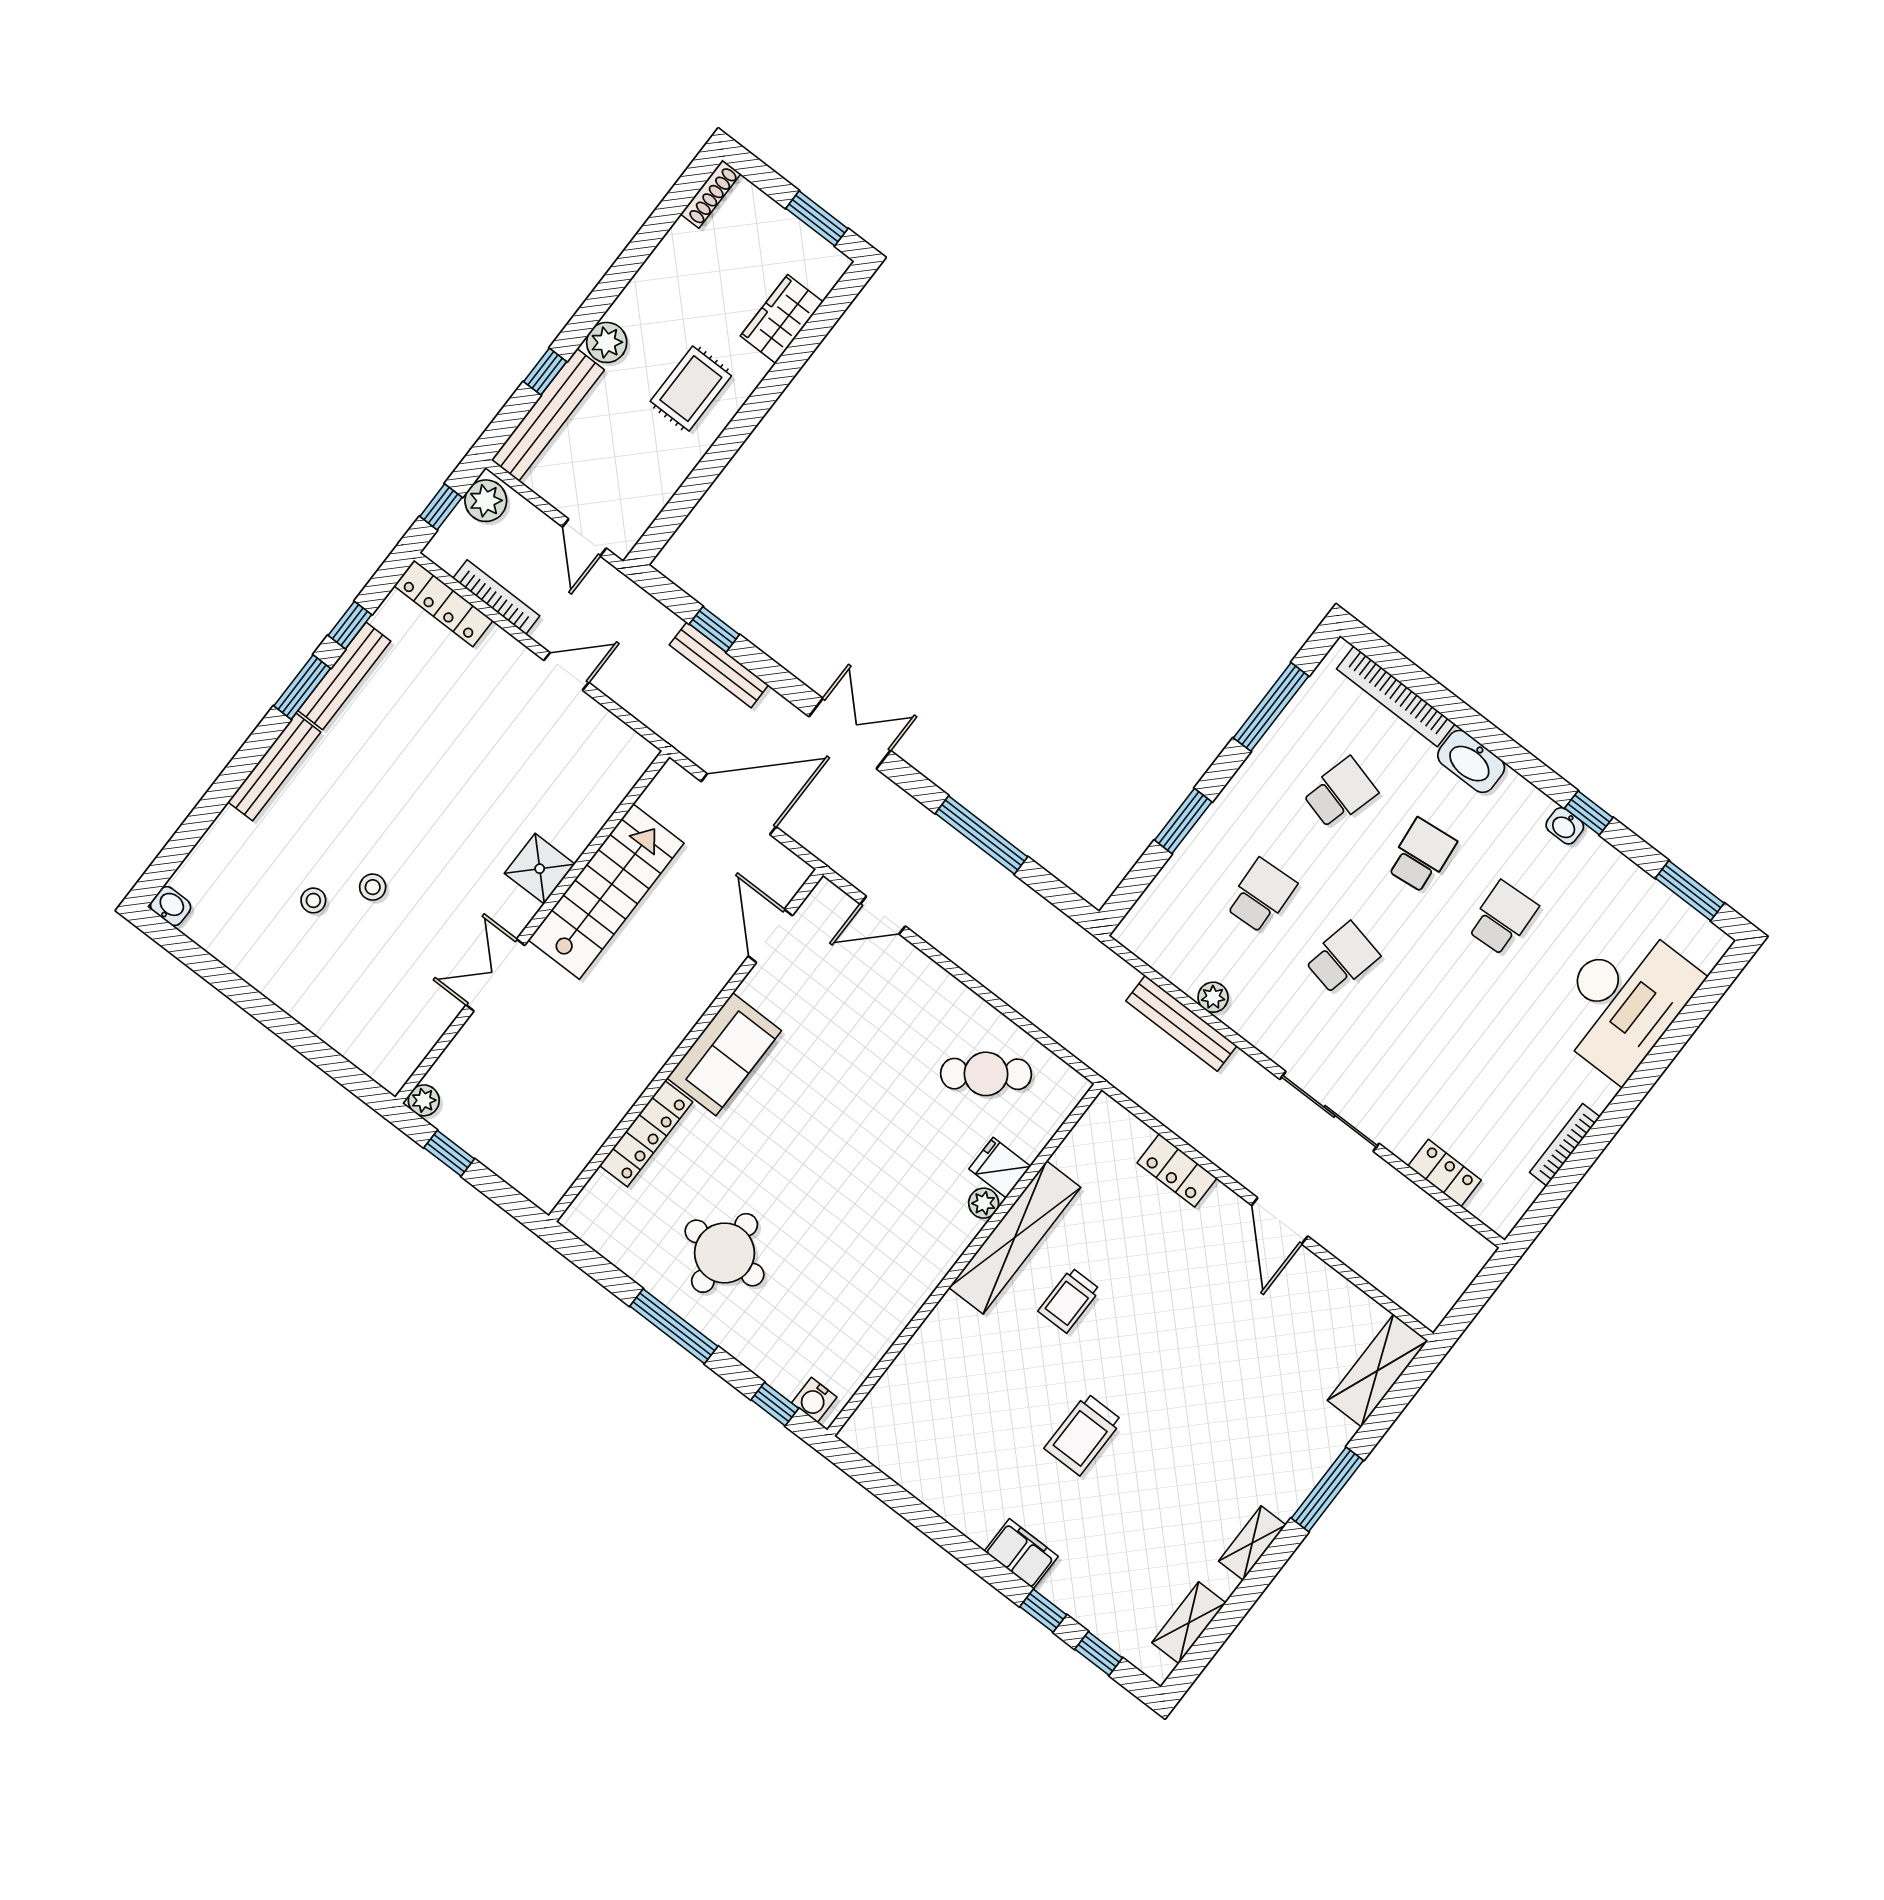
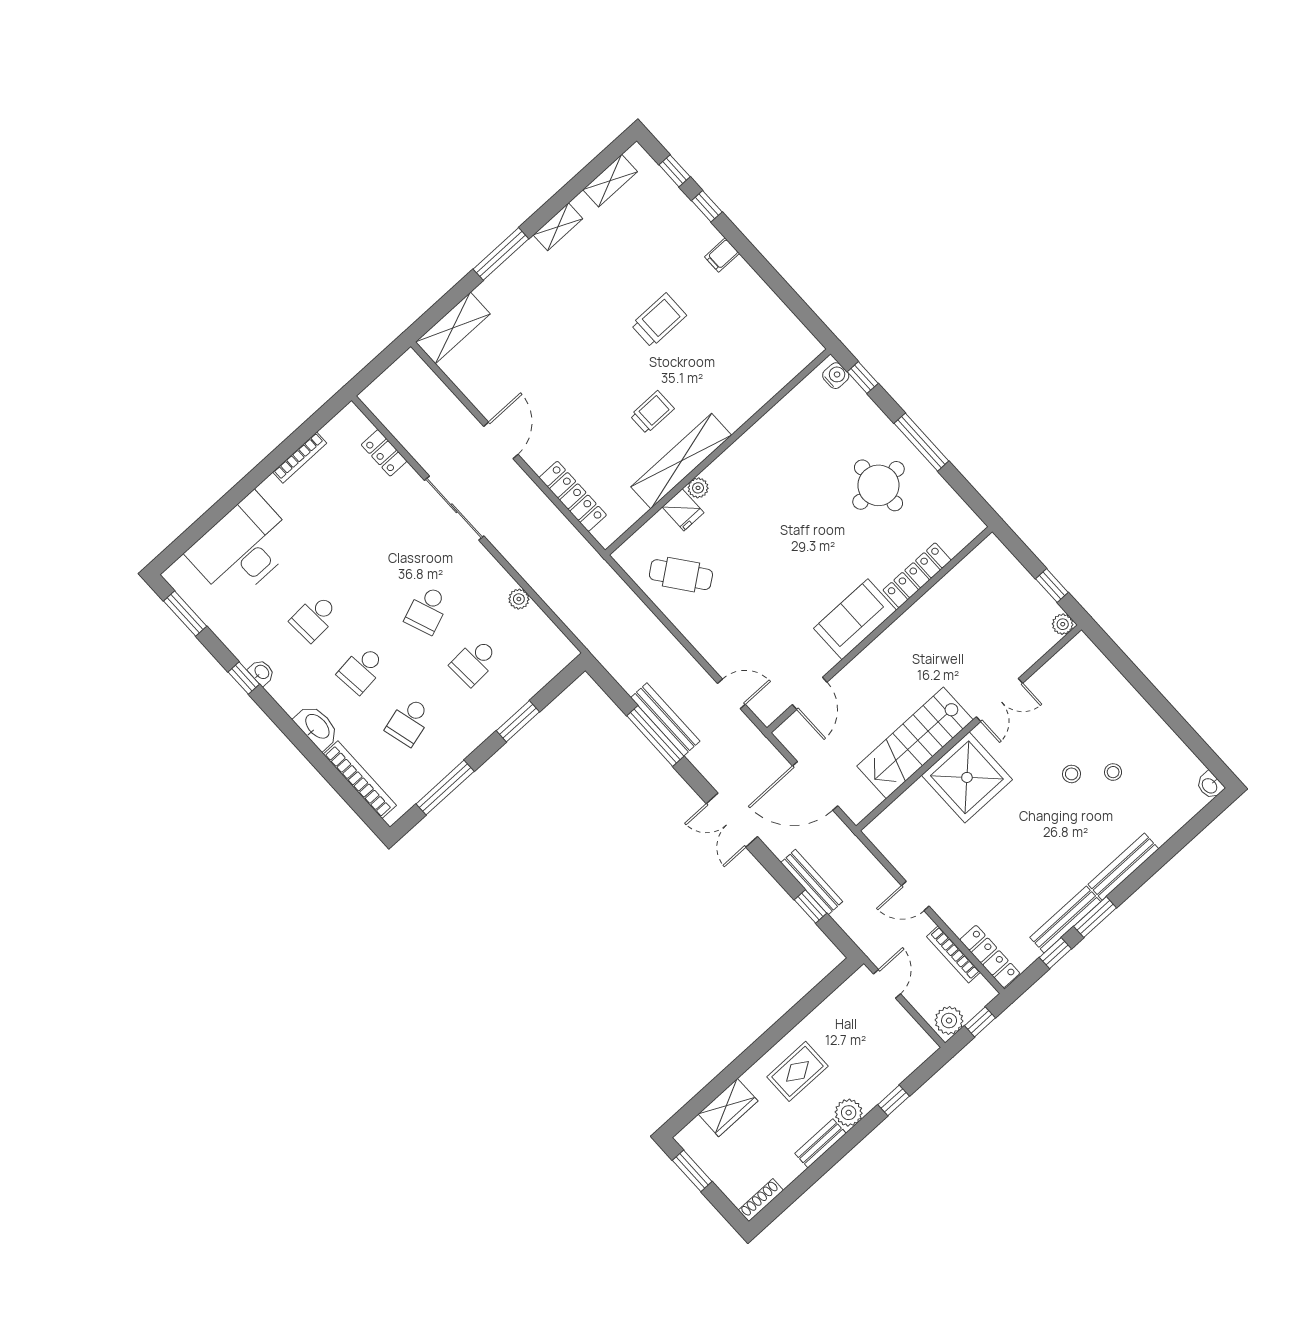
bench: (548, 415) -> (820, 1143), moved, width x0.54, depth x0.82
school desk: (1340, 793) -> (409, 721), turned -30
shower: (540, 869) -> (967, 777), width x1.86, depth x1.86
school desk: (1342, 958) -> (427, 610), turned -33
bench: (1181, 1023) -> (665, 719), moved
locker: (1177, 1170) -> (573, 496), width x1.53
filing cabinet: (1021, 1554) -> (722, 255), width x0.50

